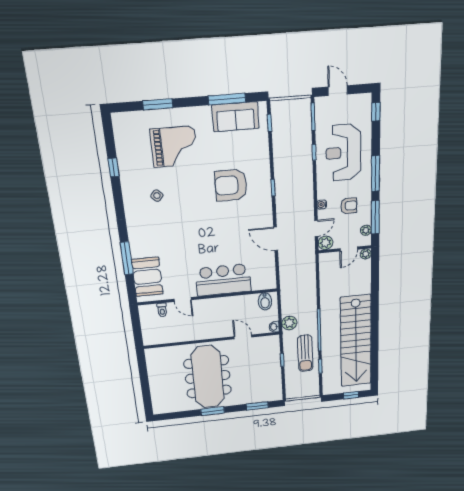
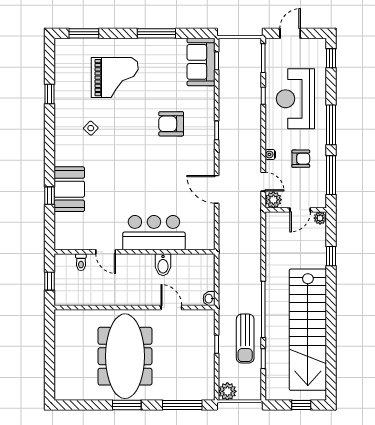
door: (338, 91) -> (290, 33), hinge flipped
window: (227, 99) -> (156, 33), moved
window: (158, 104) -> (84, 33), moved
sofa: (235, 117) -> (201, 62), moved, turned 90
armchair: (231, 185) -> (171, 124), width x0.73, depth x0.73
door: (316, 228) -> (263, 182), hinge flipped
plant: (366, 230) -> (320, 189), removed
window: (127, 258) -> (49, 196), width x0.46
booth: (147, 277) -> (69, 189), moved
window: (375, 283) -> (331, 256), added
bidet: (265, 301) -> (163, 265), moved
plant: (289, 323) -> (227, 391), moved
window: (137, 327) -> (49, 281), added
window: (257, 406) -> (182, 405), width x1.44

